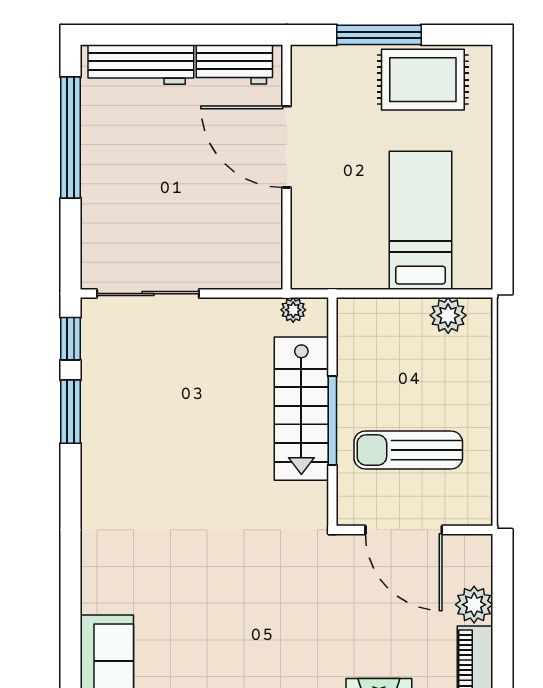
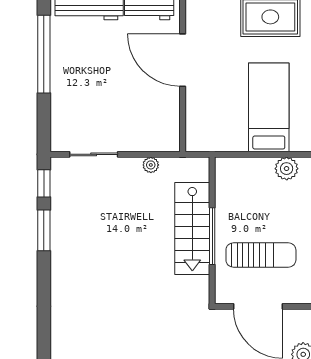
sliding door: (148, 294) -> (94, 154), width x0.73
plant: (293, 310) -> (151, 165), moved
sun lounger: (408, 450) -> (261, 255), turned 180

